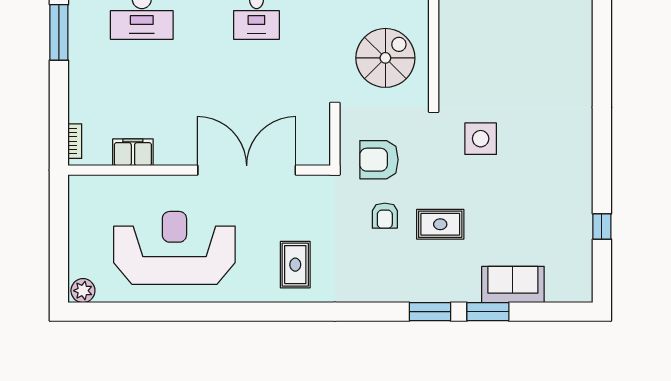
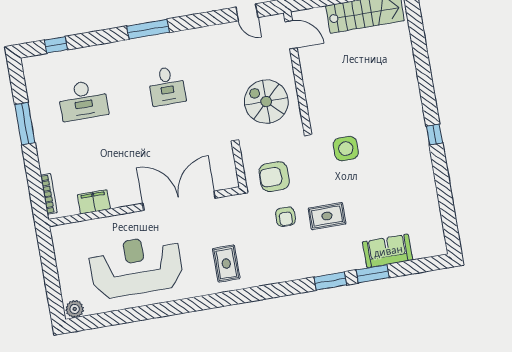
spiral stairs: (385, 58) -> (266, 102), turned -90
bookcase: (75, 141) -> (49, 194), width x1.56
window: (602, 227) -> (434, 134), moved

